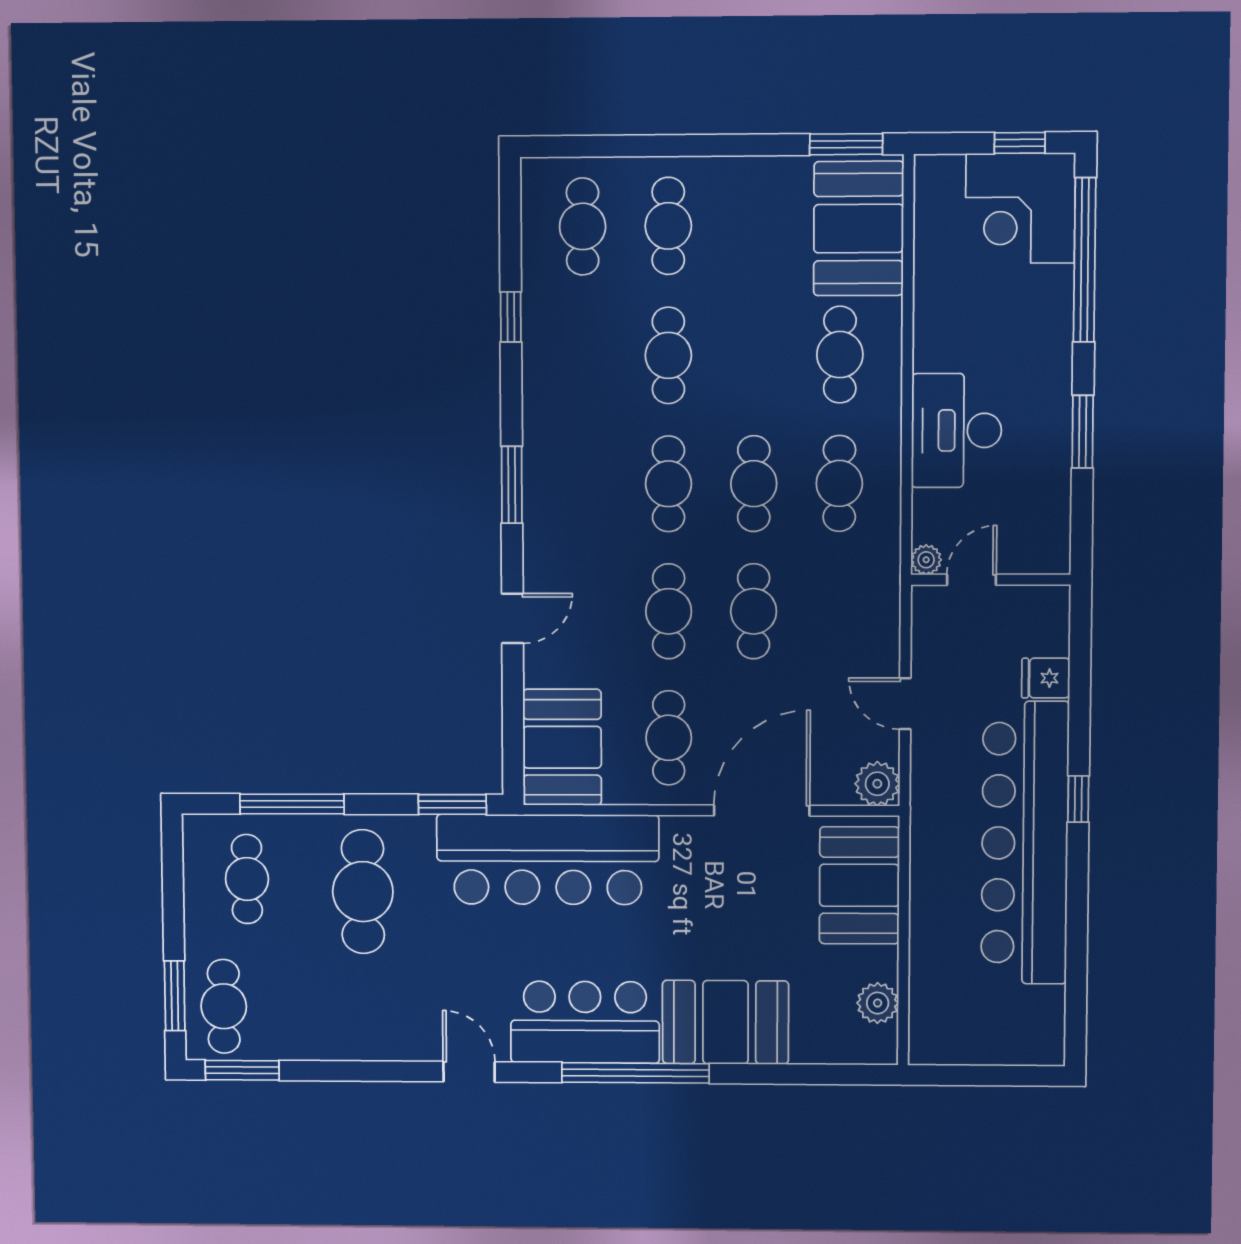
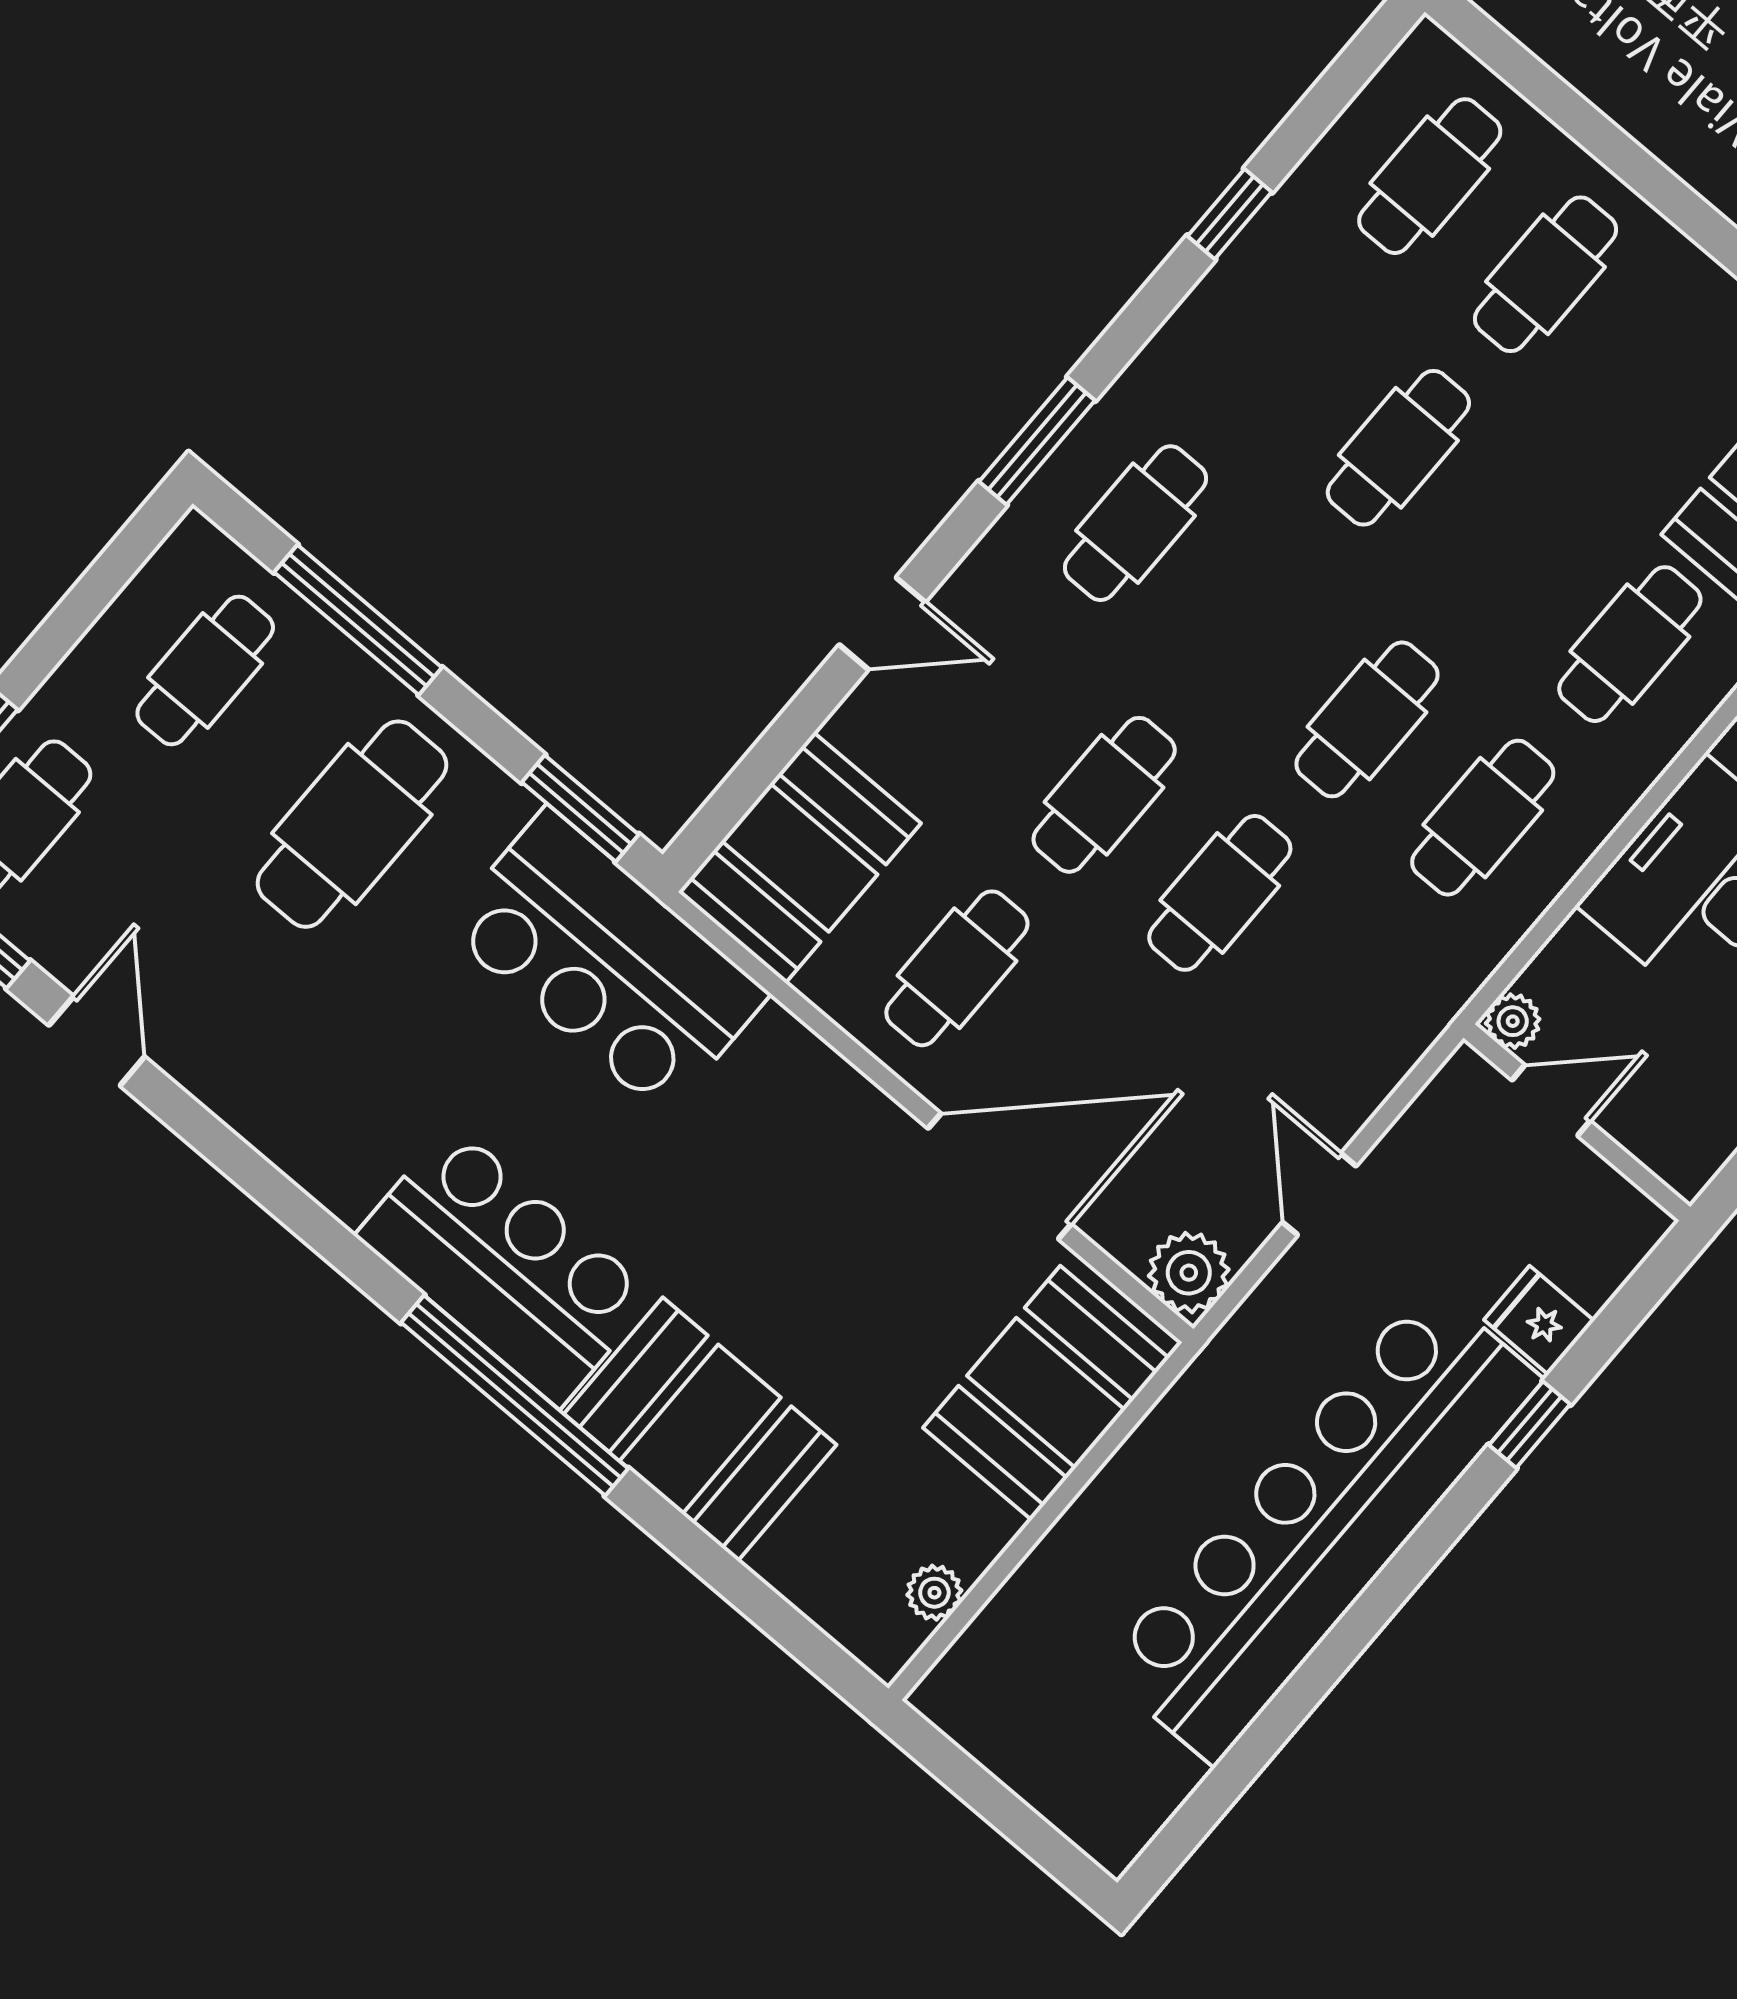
cafe table: (668, 484) -> (1135, 523), moved
window: (1078, 799) -> (1530, 1425), moved
bar counter: (548, 859) -> (606, 961), width x0.73
plant: (878, 1003) -> (934, 1593), width x0.73, depth x0.73
door: (469, 1072) -> (97, 1041), moved

